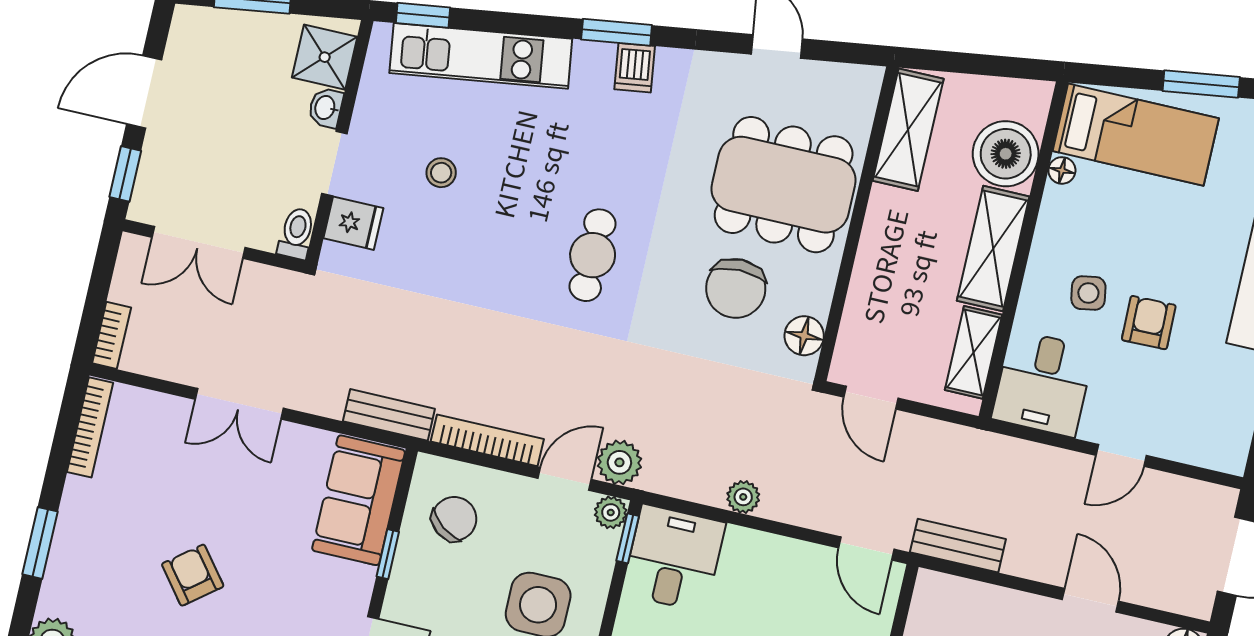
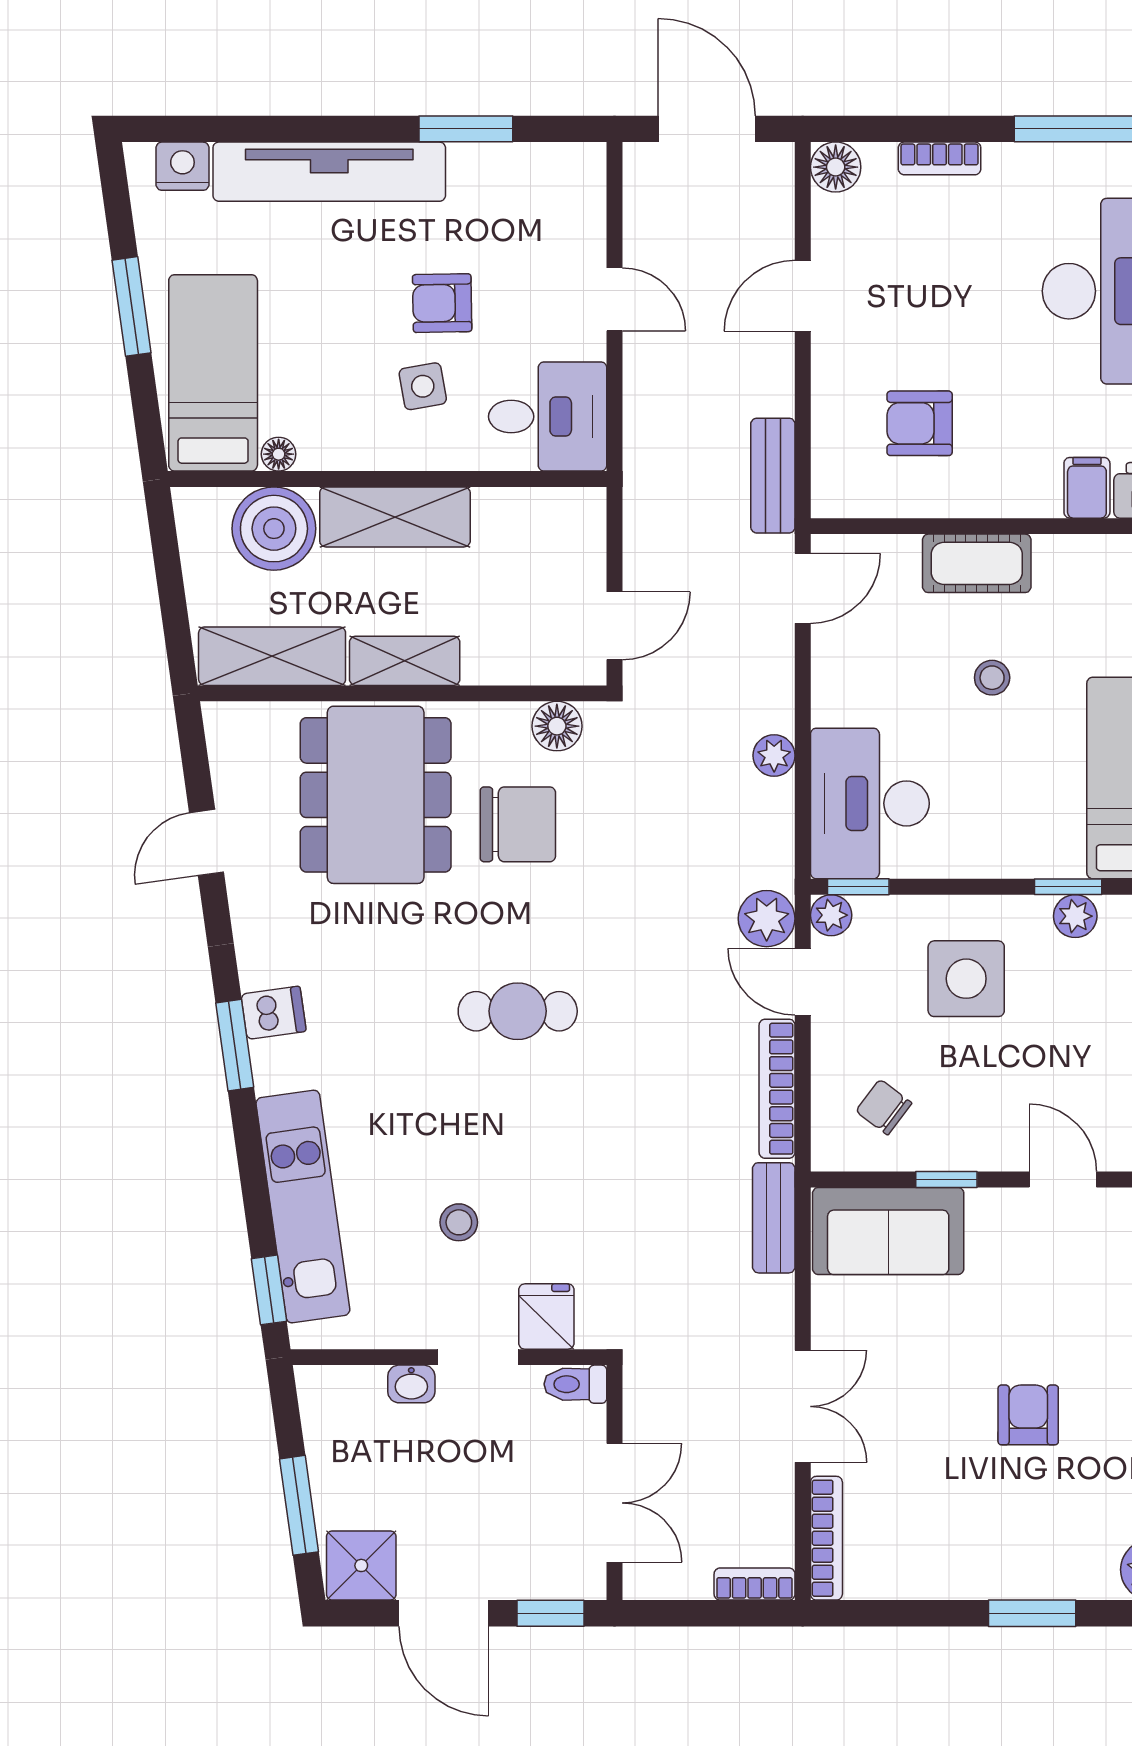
shower: (325, 57) -> (361, 1565), moved
shelving: (973, 352) -> (405, 661), moved
bookcase: (90, 427) -> (826, 1538), moved, turned 90
chair: (454, 519) -> (884, 1107), width x0.73, depth x0.73
desk: (674, 558) -> (870, 803), width x1.37
armchair: (193, 575) -> (1028, 1415), turned 128

